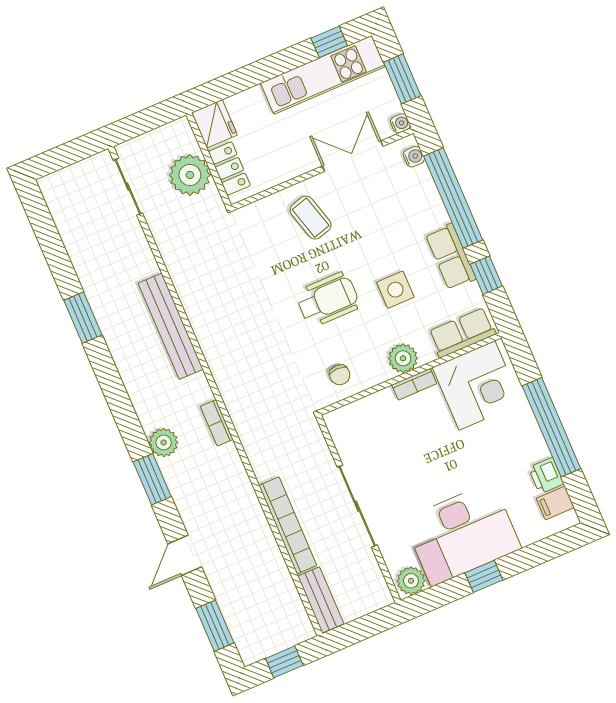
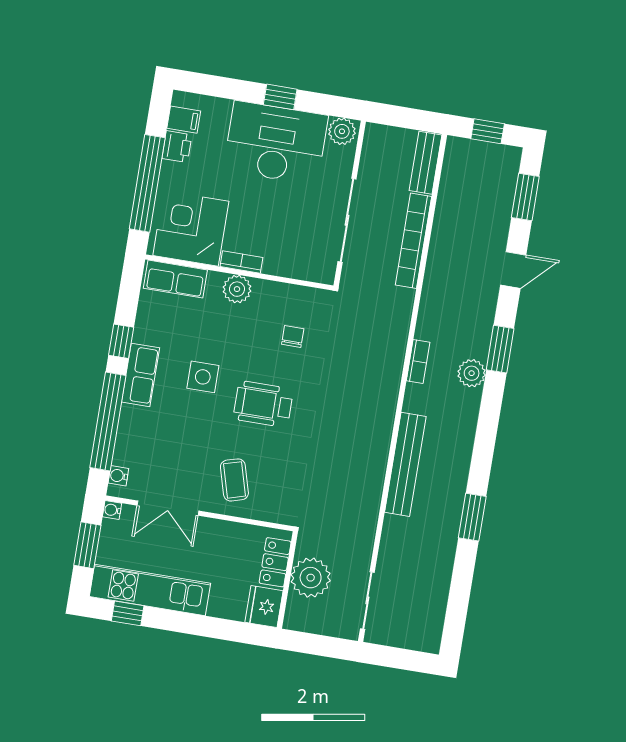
row of seats: (462, 333) -> (175, 279), moved
plant: (403, 358) -> (237, 289), moved
wall: (410, 374) -> (239, 272), moved
bookcase: (414, 384) -> (241, 262), moved
corner desk: (477, 385) -> (191, 228), moved

